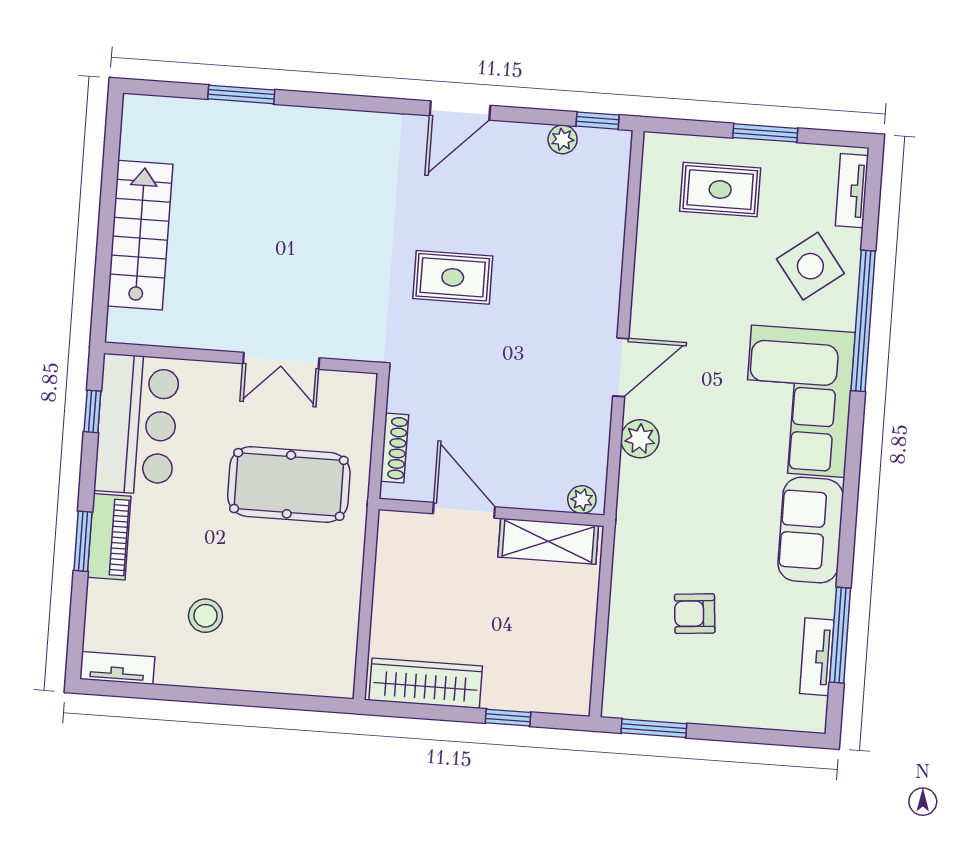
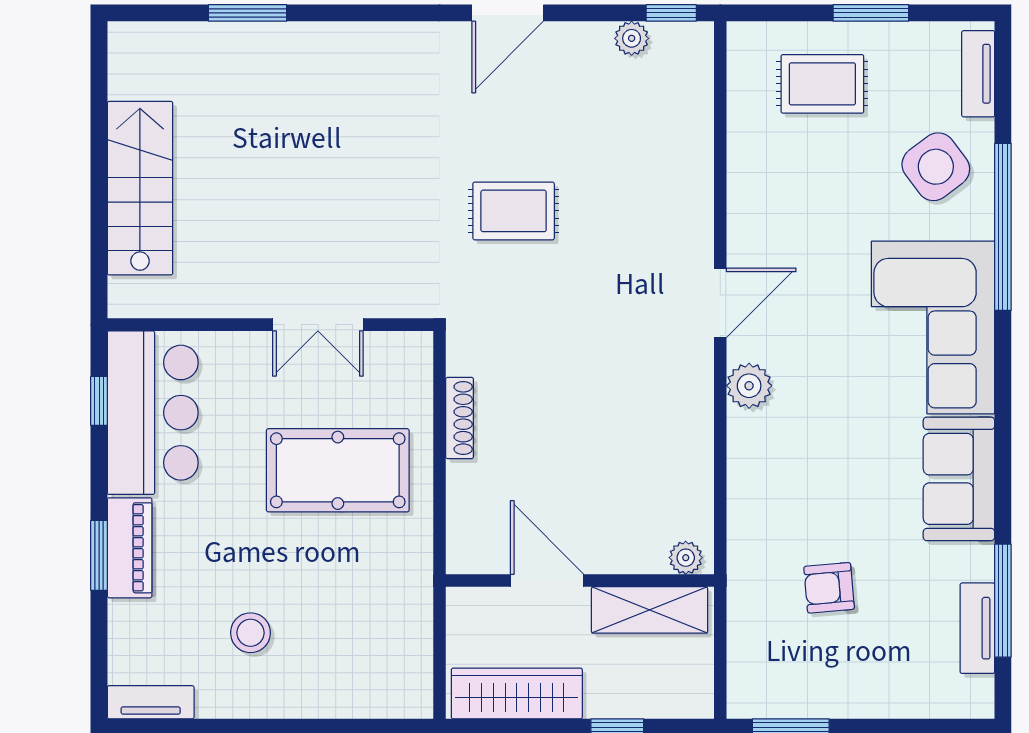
plant: (582, 500) -> (686, 558), moved
door: (464, 510) -> (547, 581), moved
wall: (491, 512) -> (580, 581), moved
shelving: (548, 541) -> (650, 610), moved

